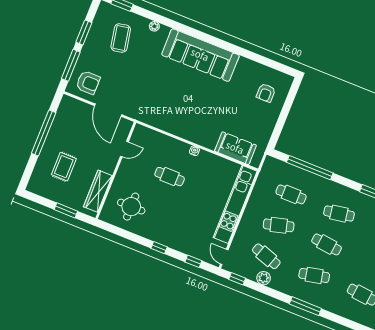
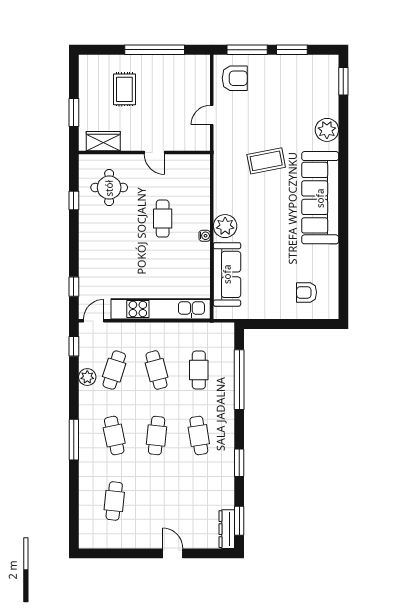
plant: (154, 26) -> (327, 130), width x1.87, depth x1.87
coffee table: (121, 38) -> (266, 161), moved
armchair: (88, 83) -> (235, 78), turned -90
door: (108, 110) -> (212, 115), width x0.53
plant: (193, 133) -> (225, 226), added
sofa: (235, 148) -> (227, 274), width x1.36
door: (124, 149) -> (154, 152), moved
rug: (64, 167) -> (124, 89), turned 90
wardrobe: (98, 191) -> (103, 141), width x0.67
window: (159, 248) -> (74, 201), moved

